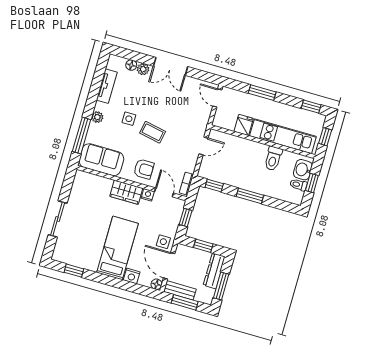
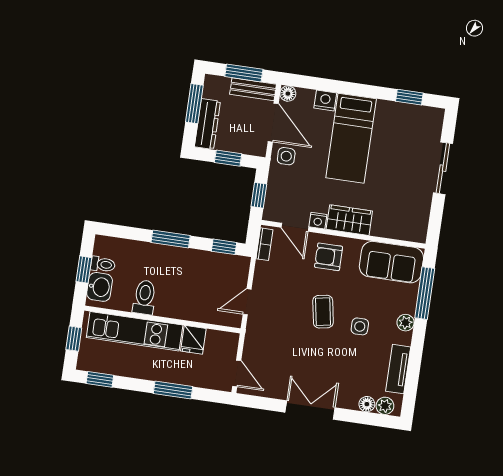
plant: (143, 69) -> (385, 406), moved
coffee table: (153, 132) -> (323, 312), turned 69

